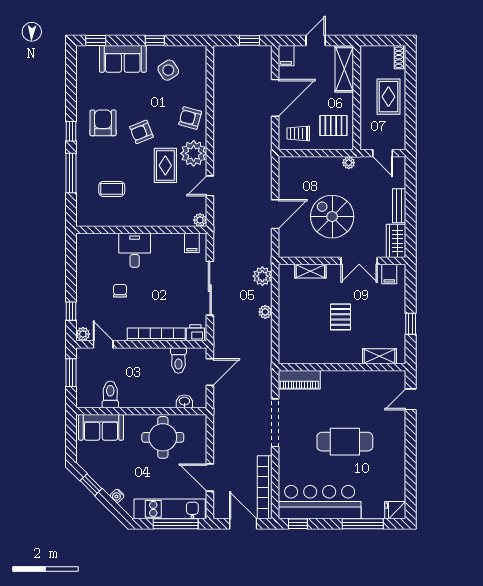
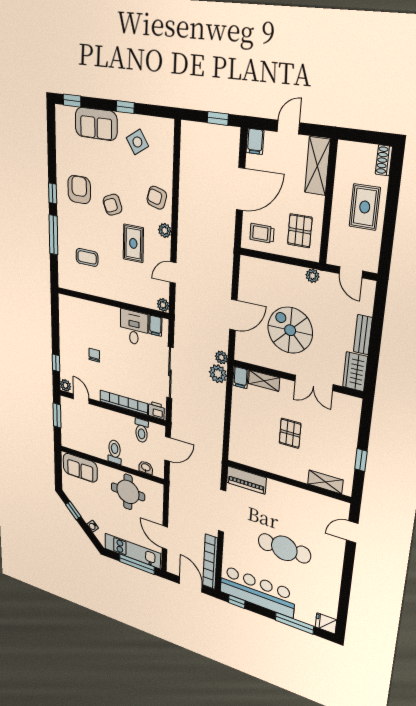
pallet: (333, 125) -> (300, 231), turned 90
plant: (194, 153) -> (165, 231), width x0.53, depth x0.53
desk: (135, 250) -> (134, 328), moved
filing cabinet: (389, 274) -> (240, 377), moved
plant: (265, 312) -> (221, 357), moved
toilet: (110, 394) -> (115, 452), moved

